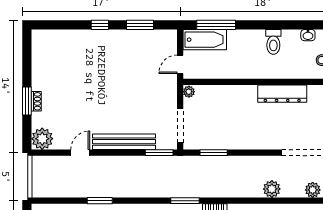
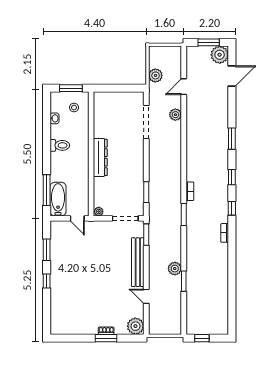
dresser: (282, 94) -> (100, 157), moved
plant: (272, 189) -> (175, 269), moved

